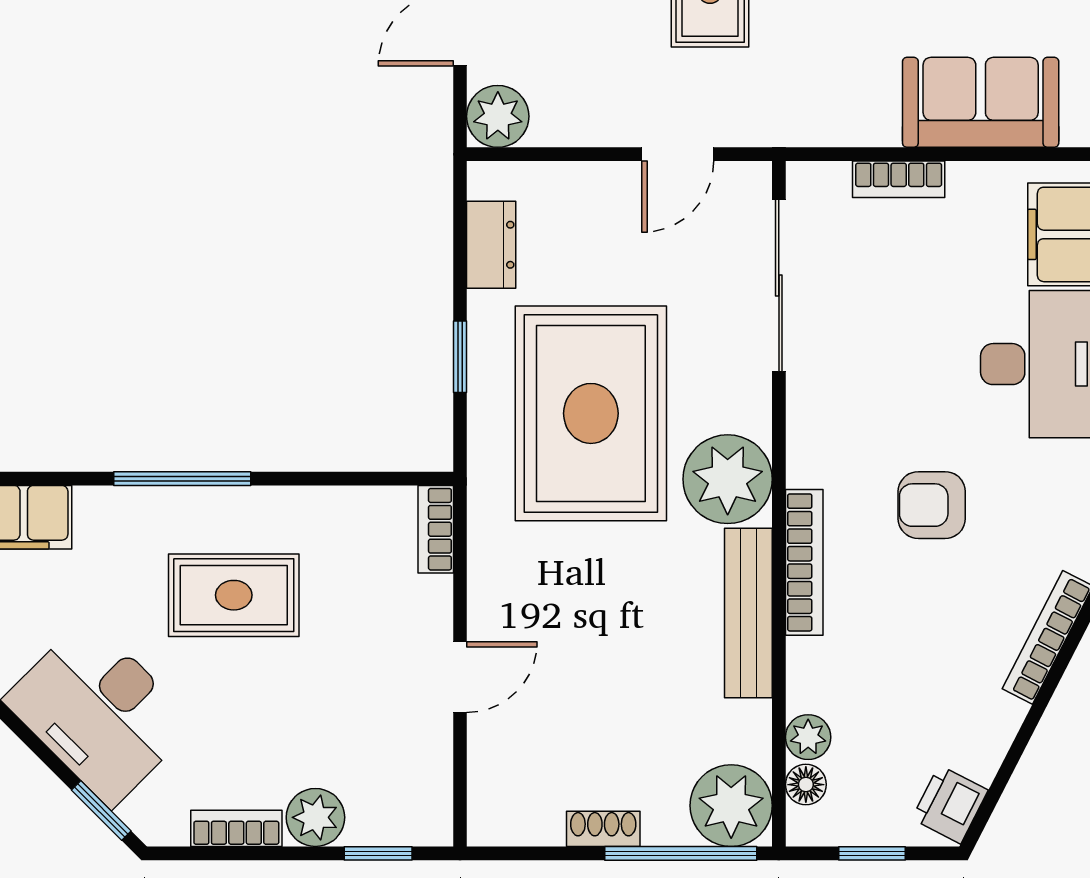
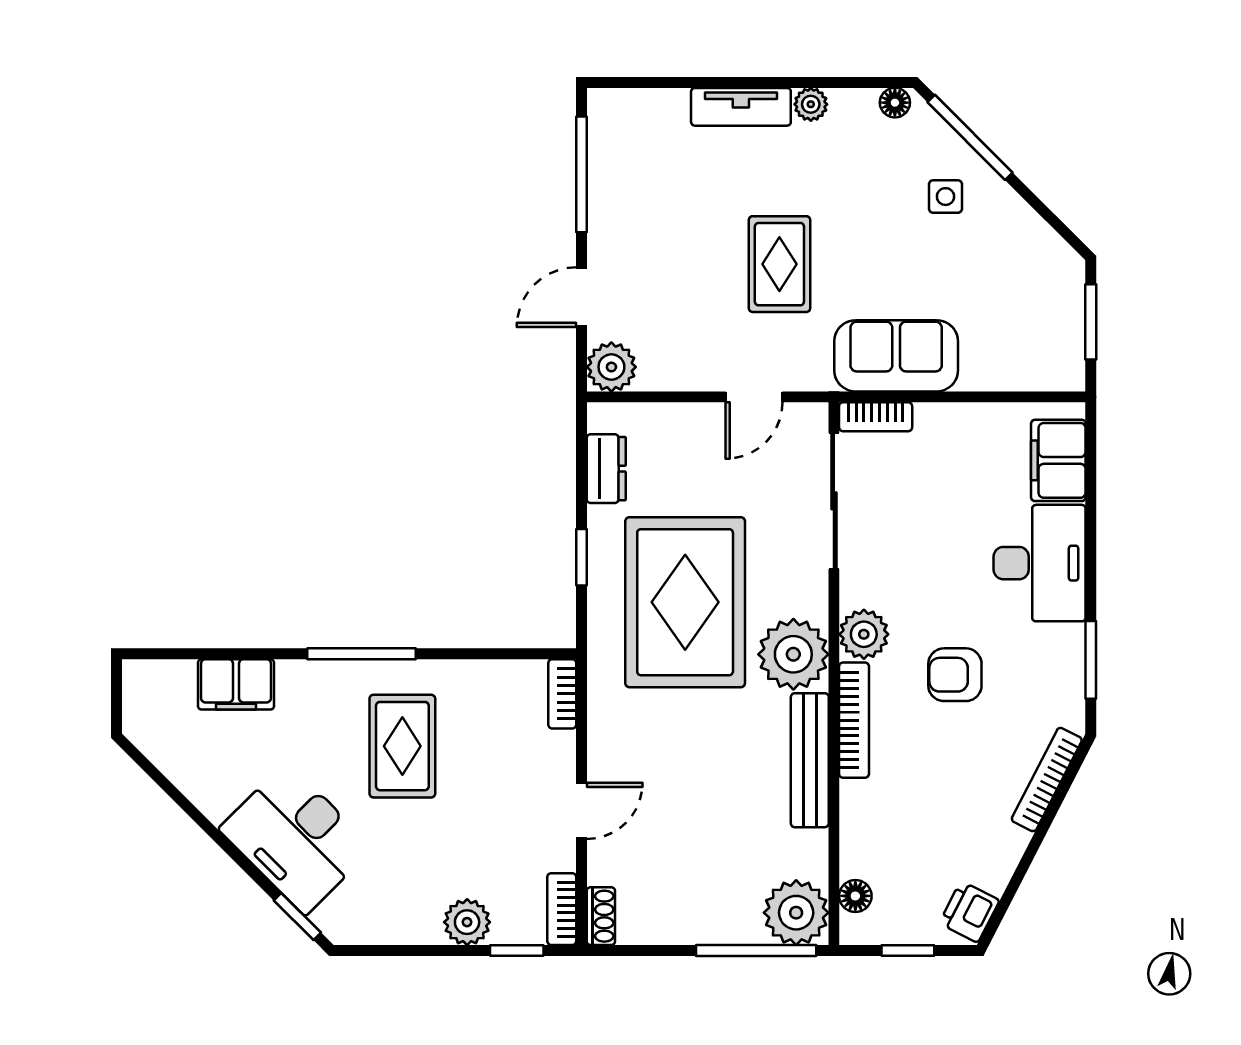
sofa: (981, 102) -> (896, 356), moved
bookcase: (899, 179) -> (876, 417), moved
rug: (234, 595) -> (402, 746), turned 90
plant: (808, 737) -> (864, 634), moved, width x1.38, depth x1.38
bookcase: (236, 828) -> (562, 909), moved, turned -90
shoe rack: (603, 829) -> (601, 916), moved, turned 90

